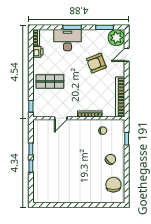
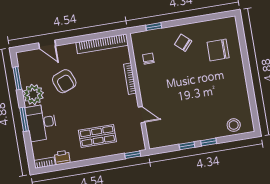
plant: (116, 38) -> (33, 94), moved
shop shelf: (50, 82) -> (97, 136), turned 90
chair: (113, 185) -> (218, 50), moved
stool: (41, 188) -> (234, 125), added

